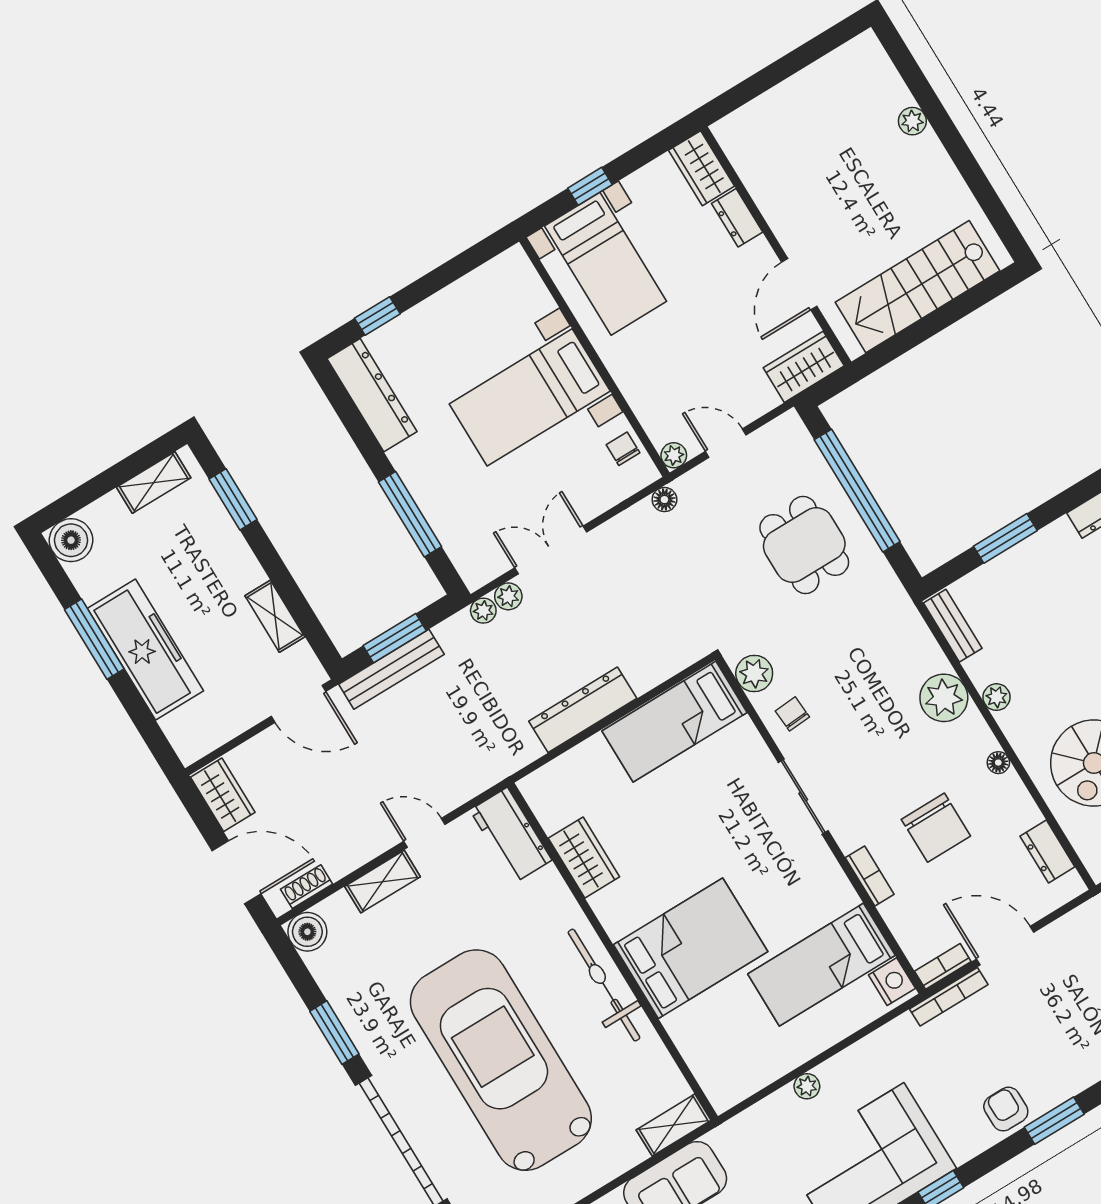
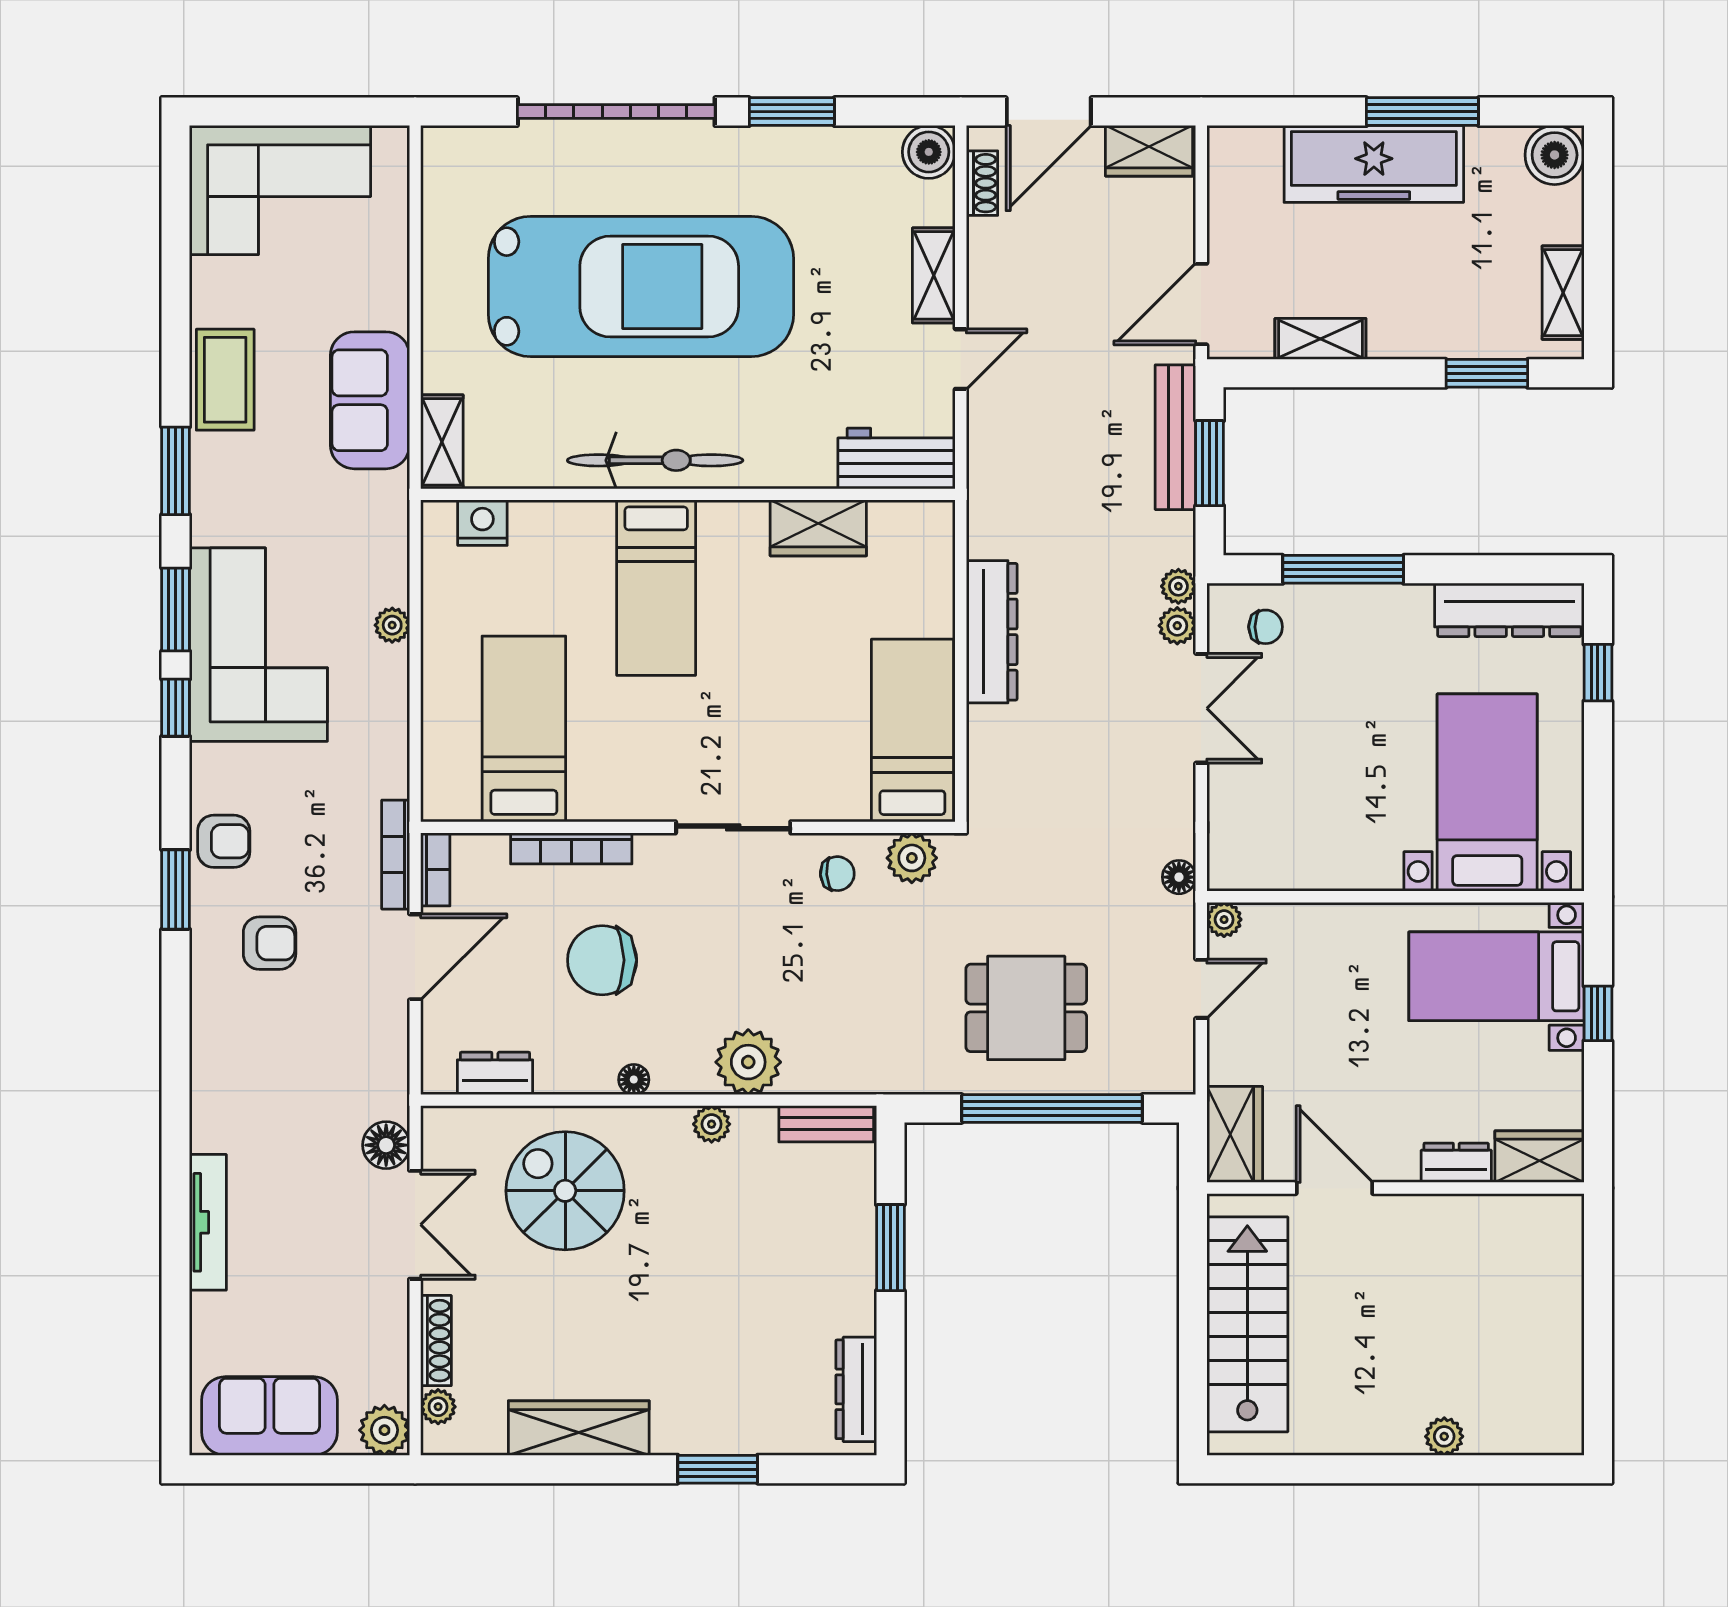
bed with nightstands: (530, 397) -> (1487, 793), moved
chair: (623, 449) -> (1266, 627), moved
bookcase: (870, 876) -> (571, 848), width x1.56
bed: (691, 948) -> (656, 588), width x0.67
nightstand: (892, 982) -> (482, 523), moved, turned 180
armchair: (1052, 1042) -> (270, 943), added

